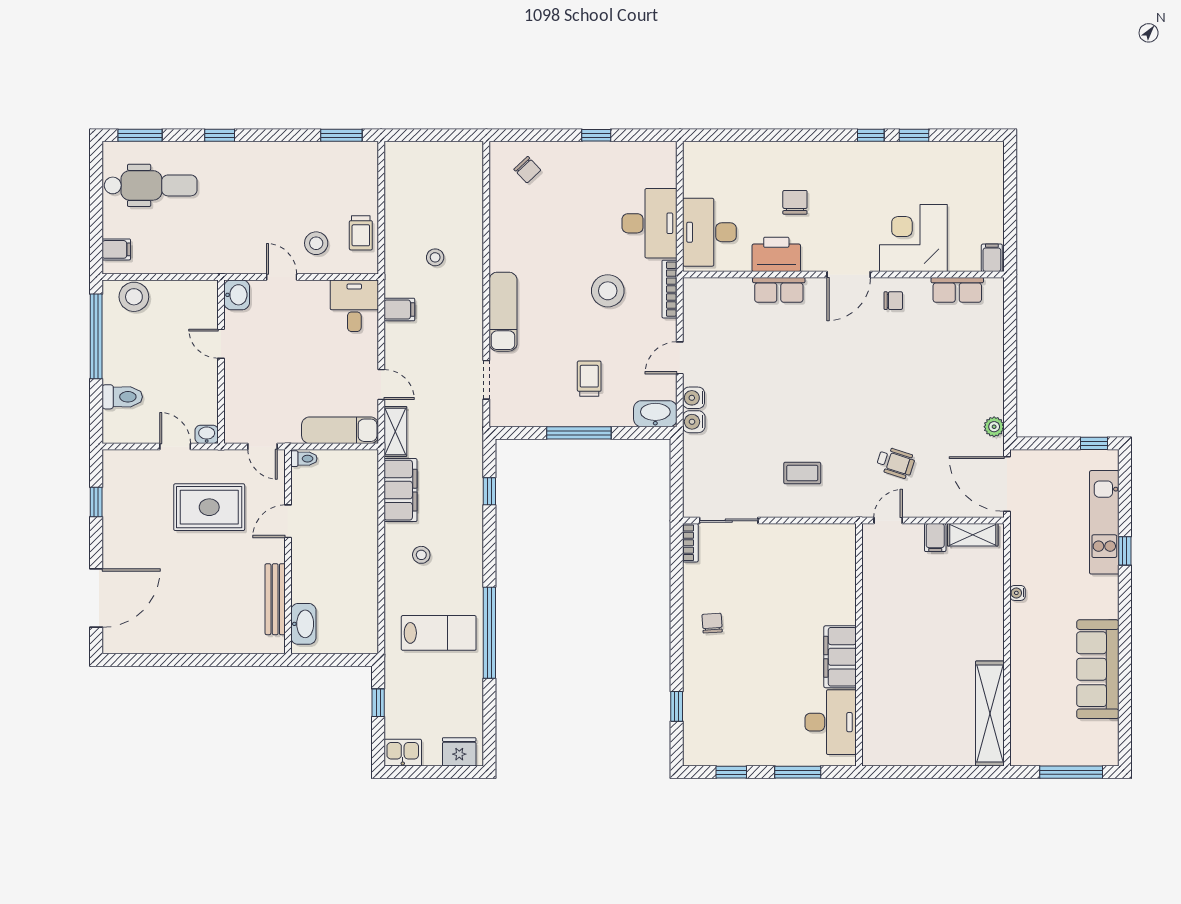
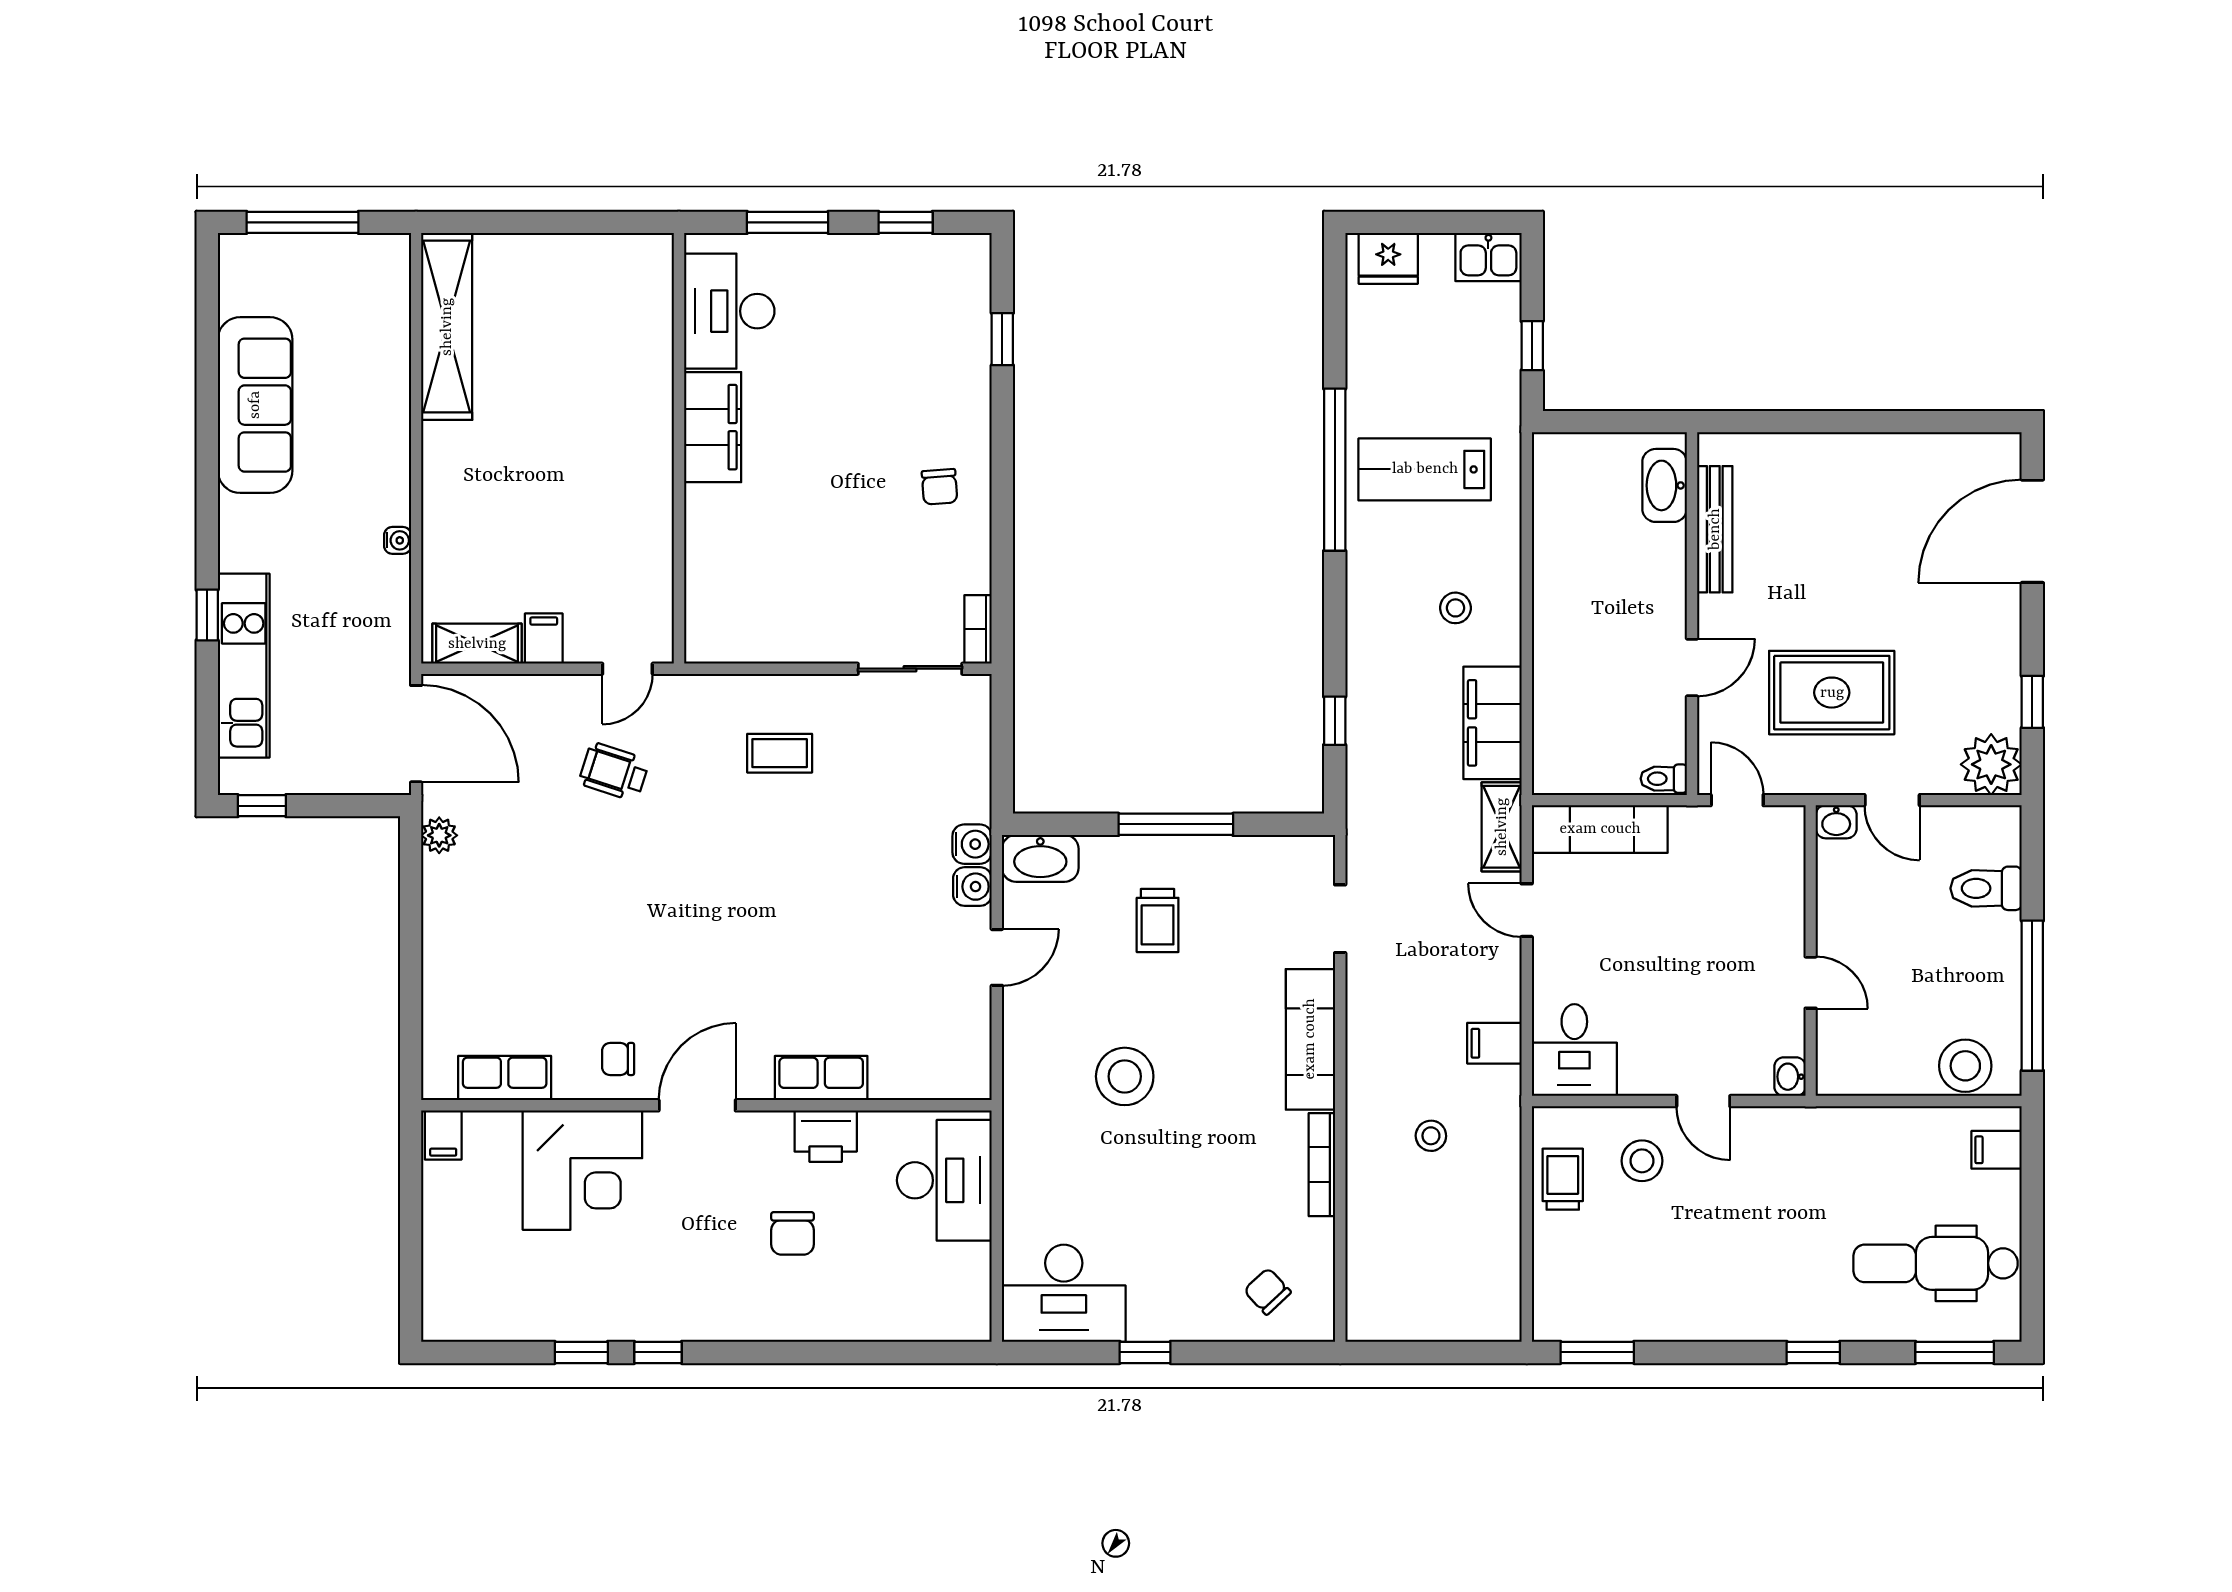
desk: (650, 223) -> (1064, 1293), moved, turned -90
printer: (776, 254) -> (826, 1136), width x0.73, depth x0.84
bookcase: (669, 289) -> (1322, 1165), moved, turned 180
washbasin: (237, 295) -> (1790, 1077), width x0.72, depth x0.69
plant: (119, 467) -> (1991, 764), added

